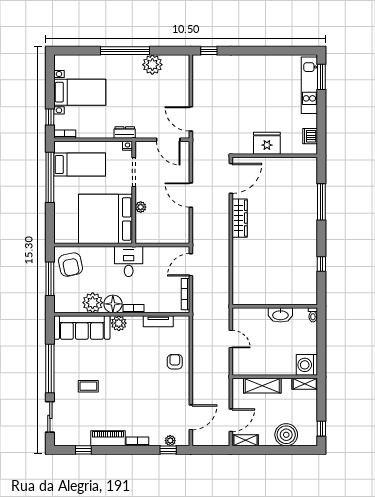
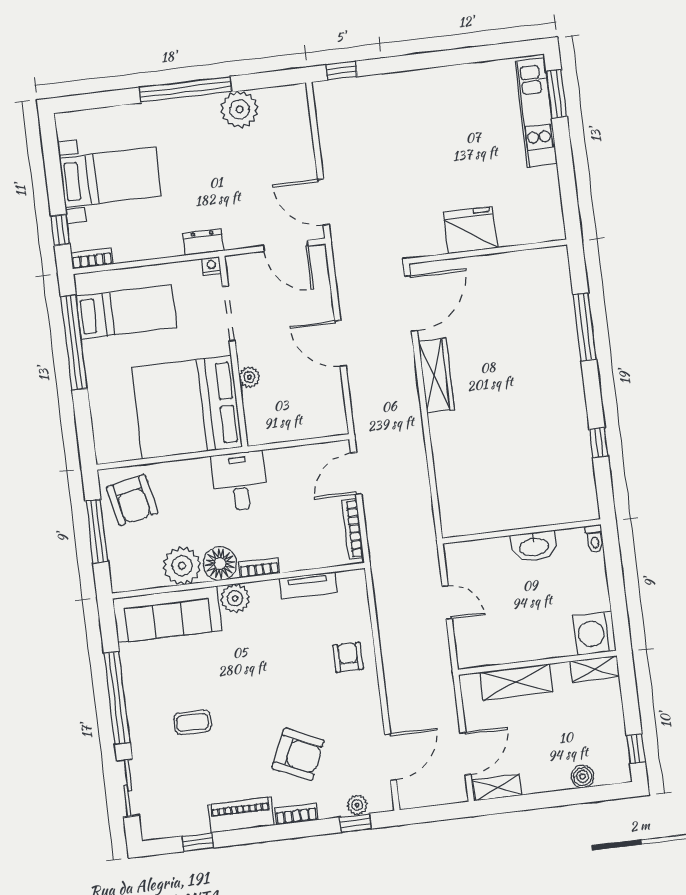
dishwasher: (310, 136) -> (549, 207), removed
armchair: (142, 410) -> (298, 754), added
boiler: (286, 435) -> (583, 777), width x0.54, depth x0.54

